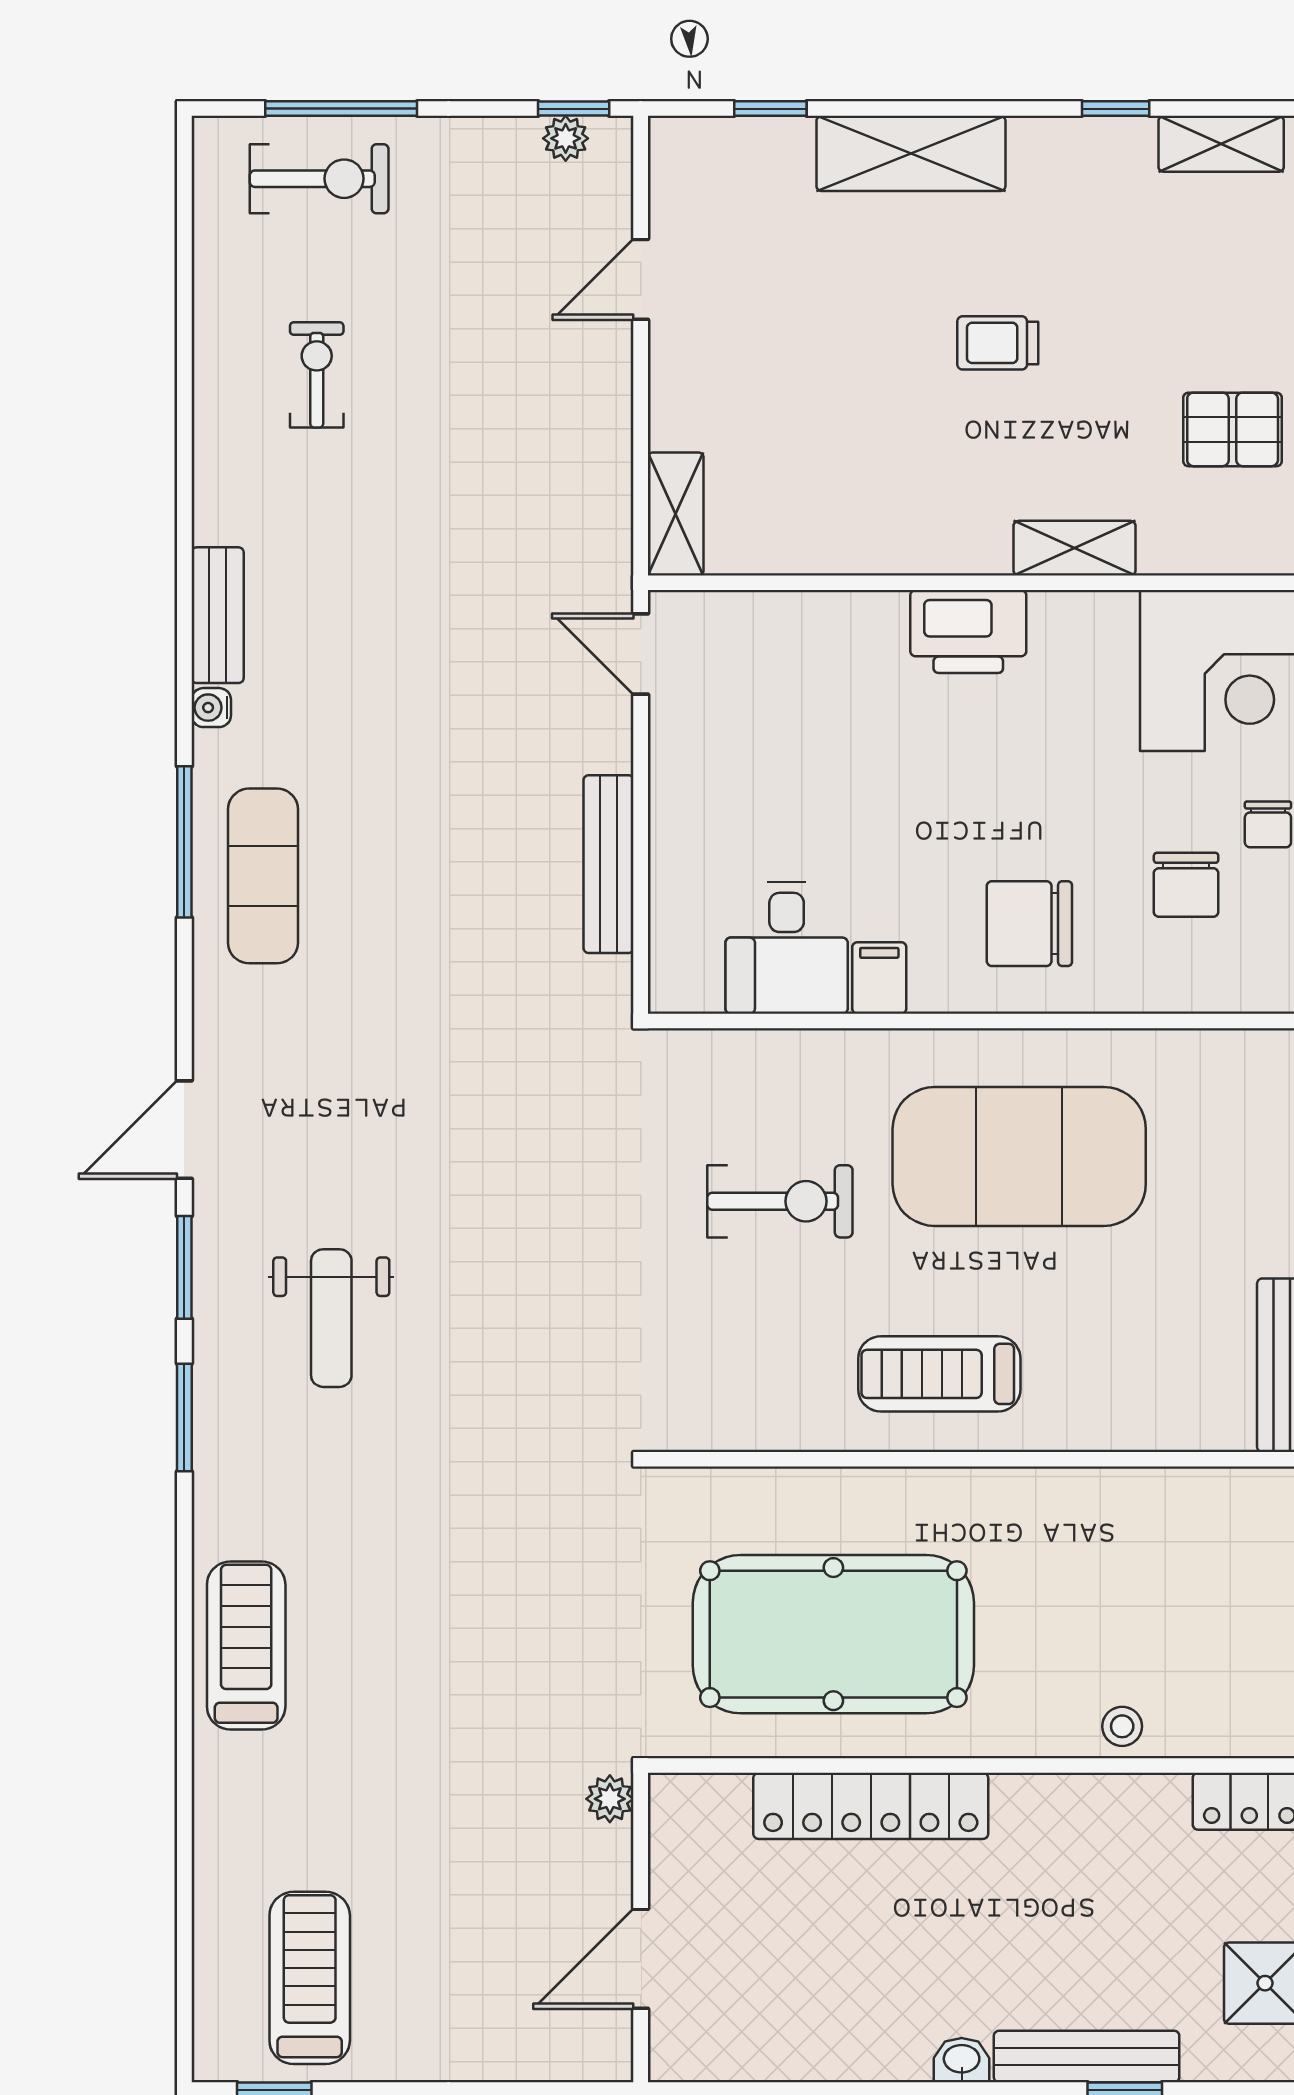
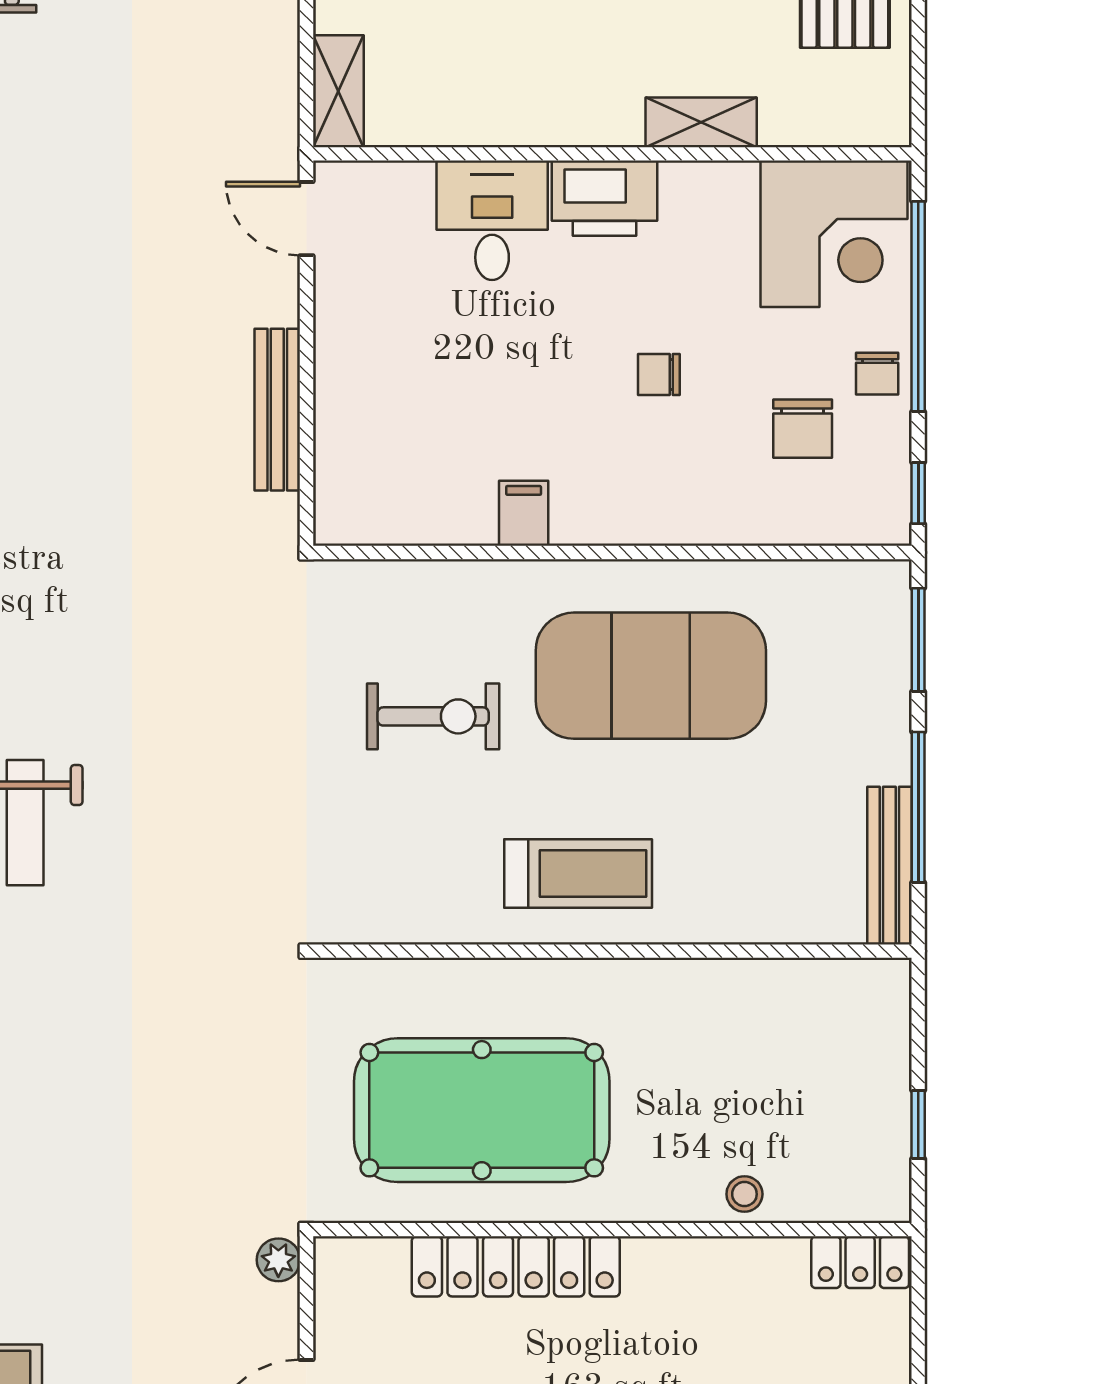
chair: (1029, 924) -> (659, 375), moved, width x0.54, depth x0.54
desk: (787, 948) -> (492, 220), moved, turned 180
treadmill: (939, 1374) -> (578, 873), turned 180

